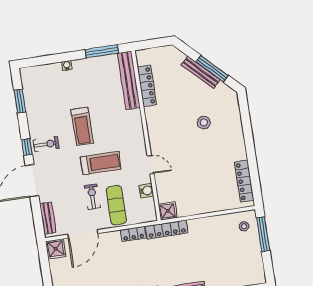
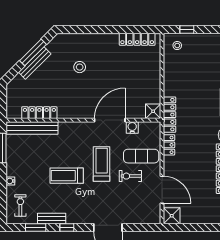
treadmill: (82, 126) -> (67, 176), turned 180
exercise bike: (46, 144) -> (20, 206), moved
window: (27, 147) -> (67, 228), moved
door: (151, 165) -> (110, 120), width x1.87
bench: (48, 218) -> (52, 219), moved
window: (263, 234) -> (187, 30), width x0.46

